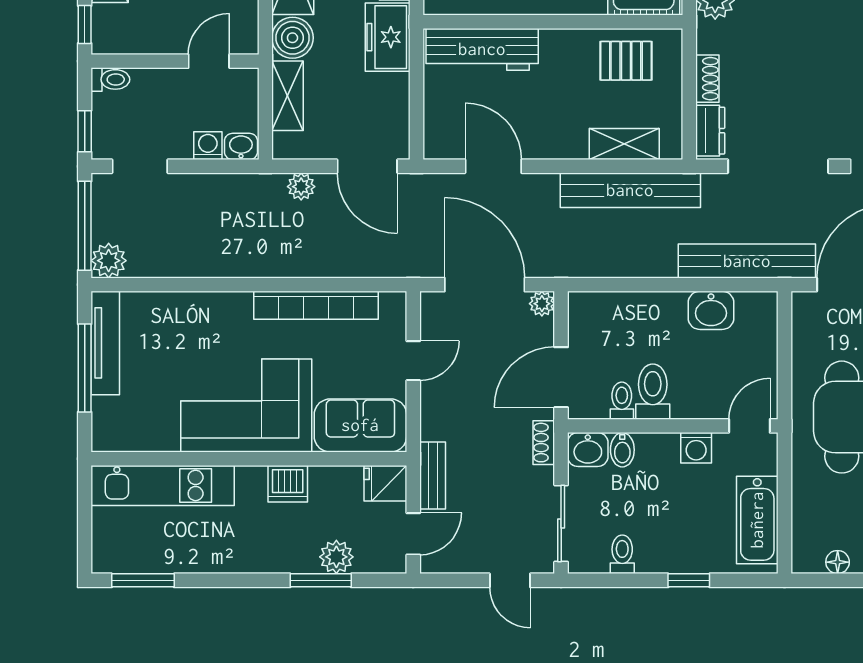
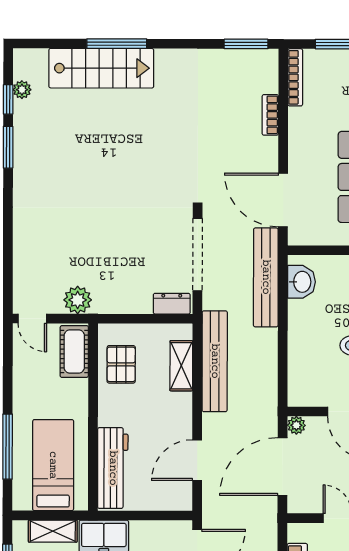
shoe rack: (707, 79) -> (134, 306), removed
washbasin: (711, 310) -> (301, 282), moved

